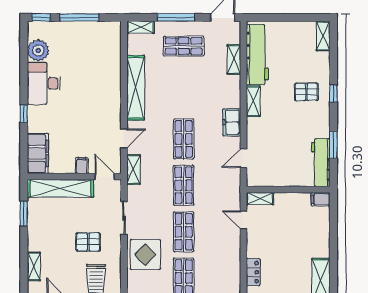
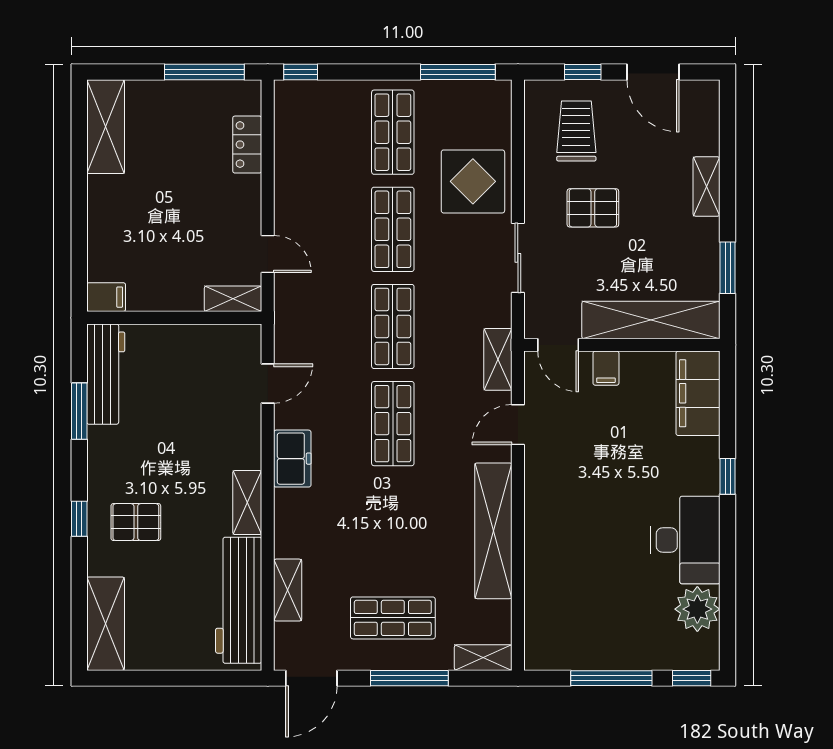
shelving: (323, 36) -> (106, 624), width x1.50, depth x1.33
shelving: (34, 266) -> (707, 187), moved

